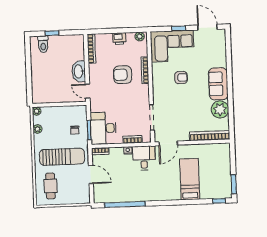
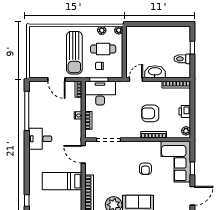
toilet: (43, 44) -> (182, 59), moved
armchair: (123, 75) -> (150, 113), turned -90
desk: (144, 158) -> (40, 139), moved, turned 180
door: (91, 175) -> (56, 79), hinge flipped
bed: (190, 179) -> (62, 181), moved, turned 180
cafe table: (50, 186) -> (103, 49), moved

